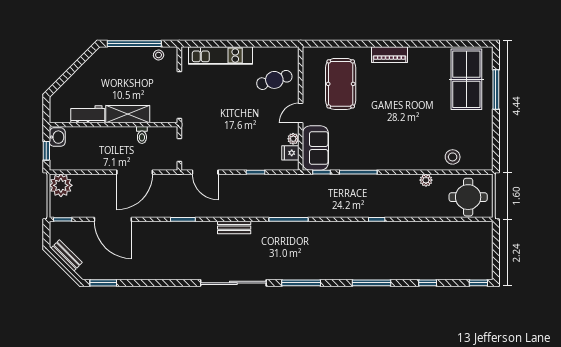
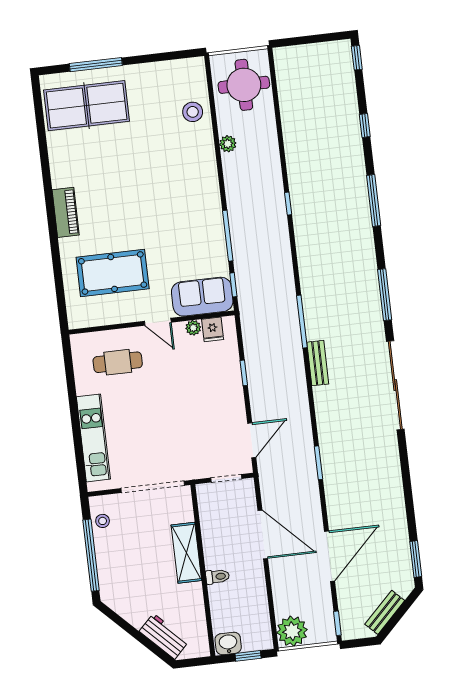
cafe table: (274, 80) -> (118, 362), turned -73
workbench: (88, 114) -> (164, 636), moved, turned 135
toilet: (142, 135) -> (217, 577), moved
bench: (234, 228) -> (318, 363), moved

